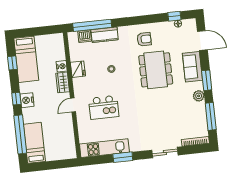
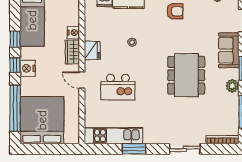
window: (12, 63) -> (15, 39), moved
fridge: (78, 69) -> (92, 50), moved
dining table: (156, 70) -> (186, 75), moved
door: (73, 105) -> (82, 80), hinge flipped
bed: (34, 143) -> (42, 120), width x2.04

